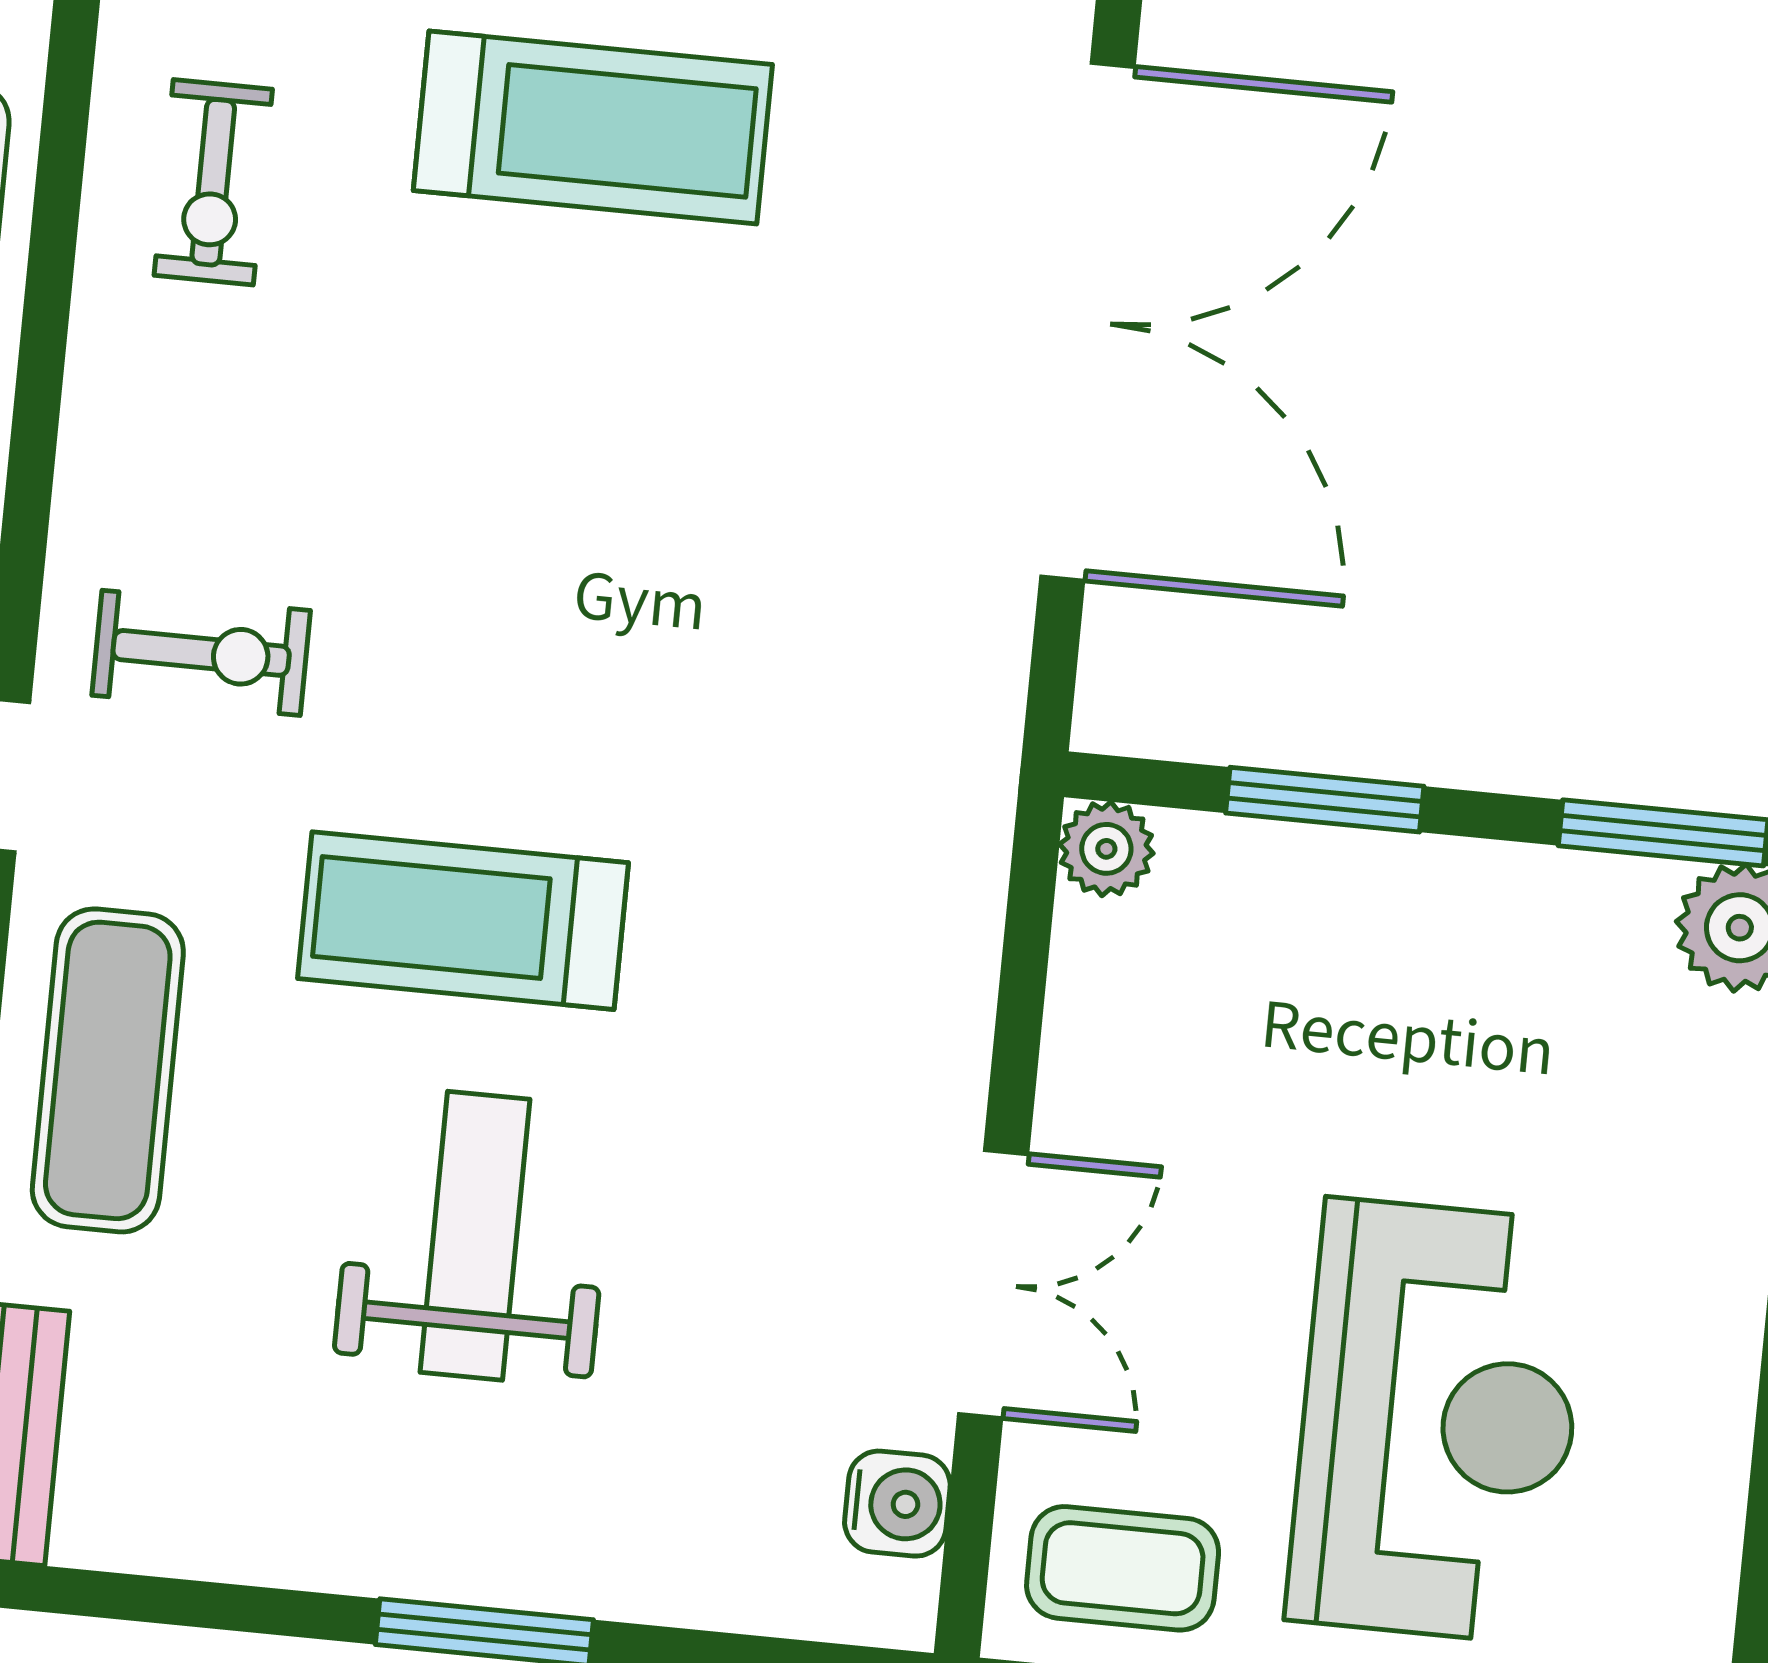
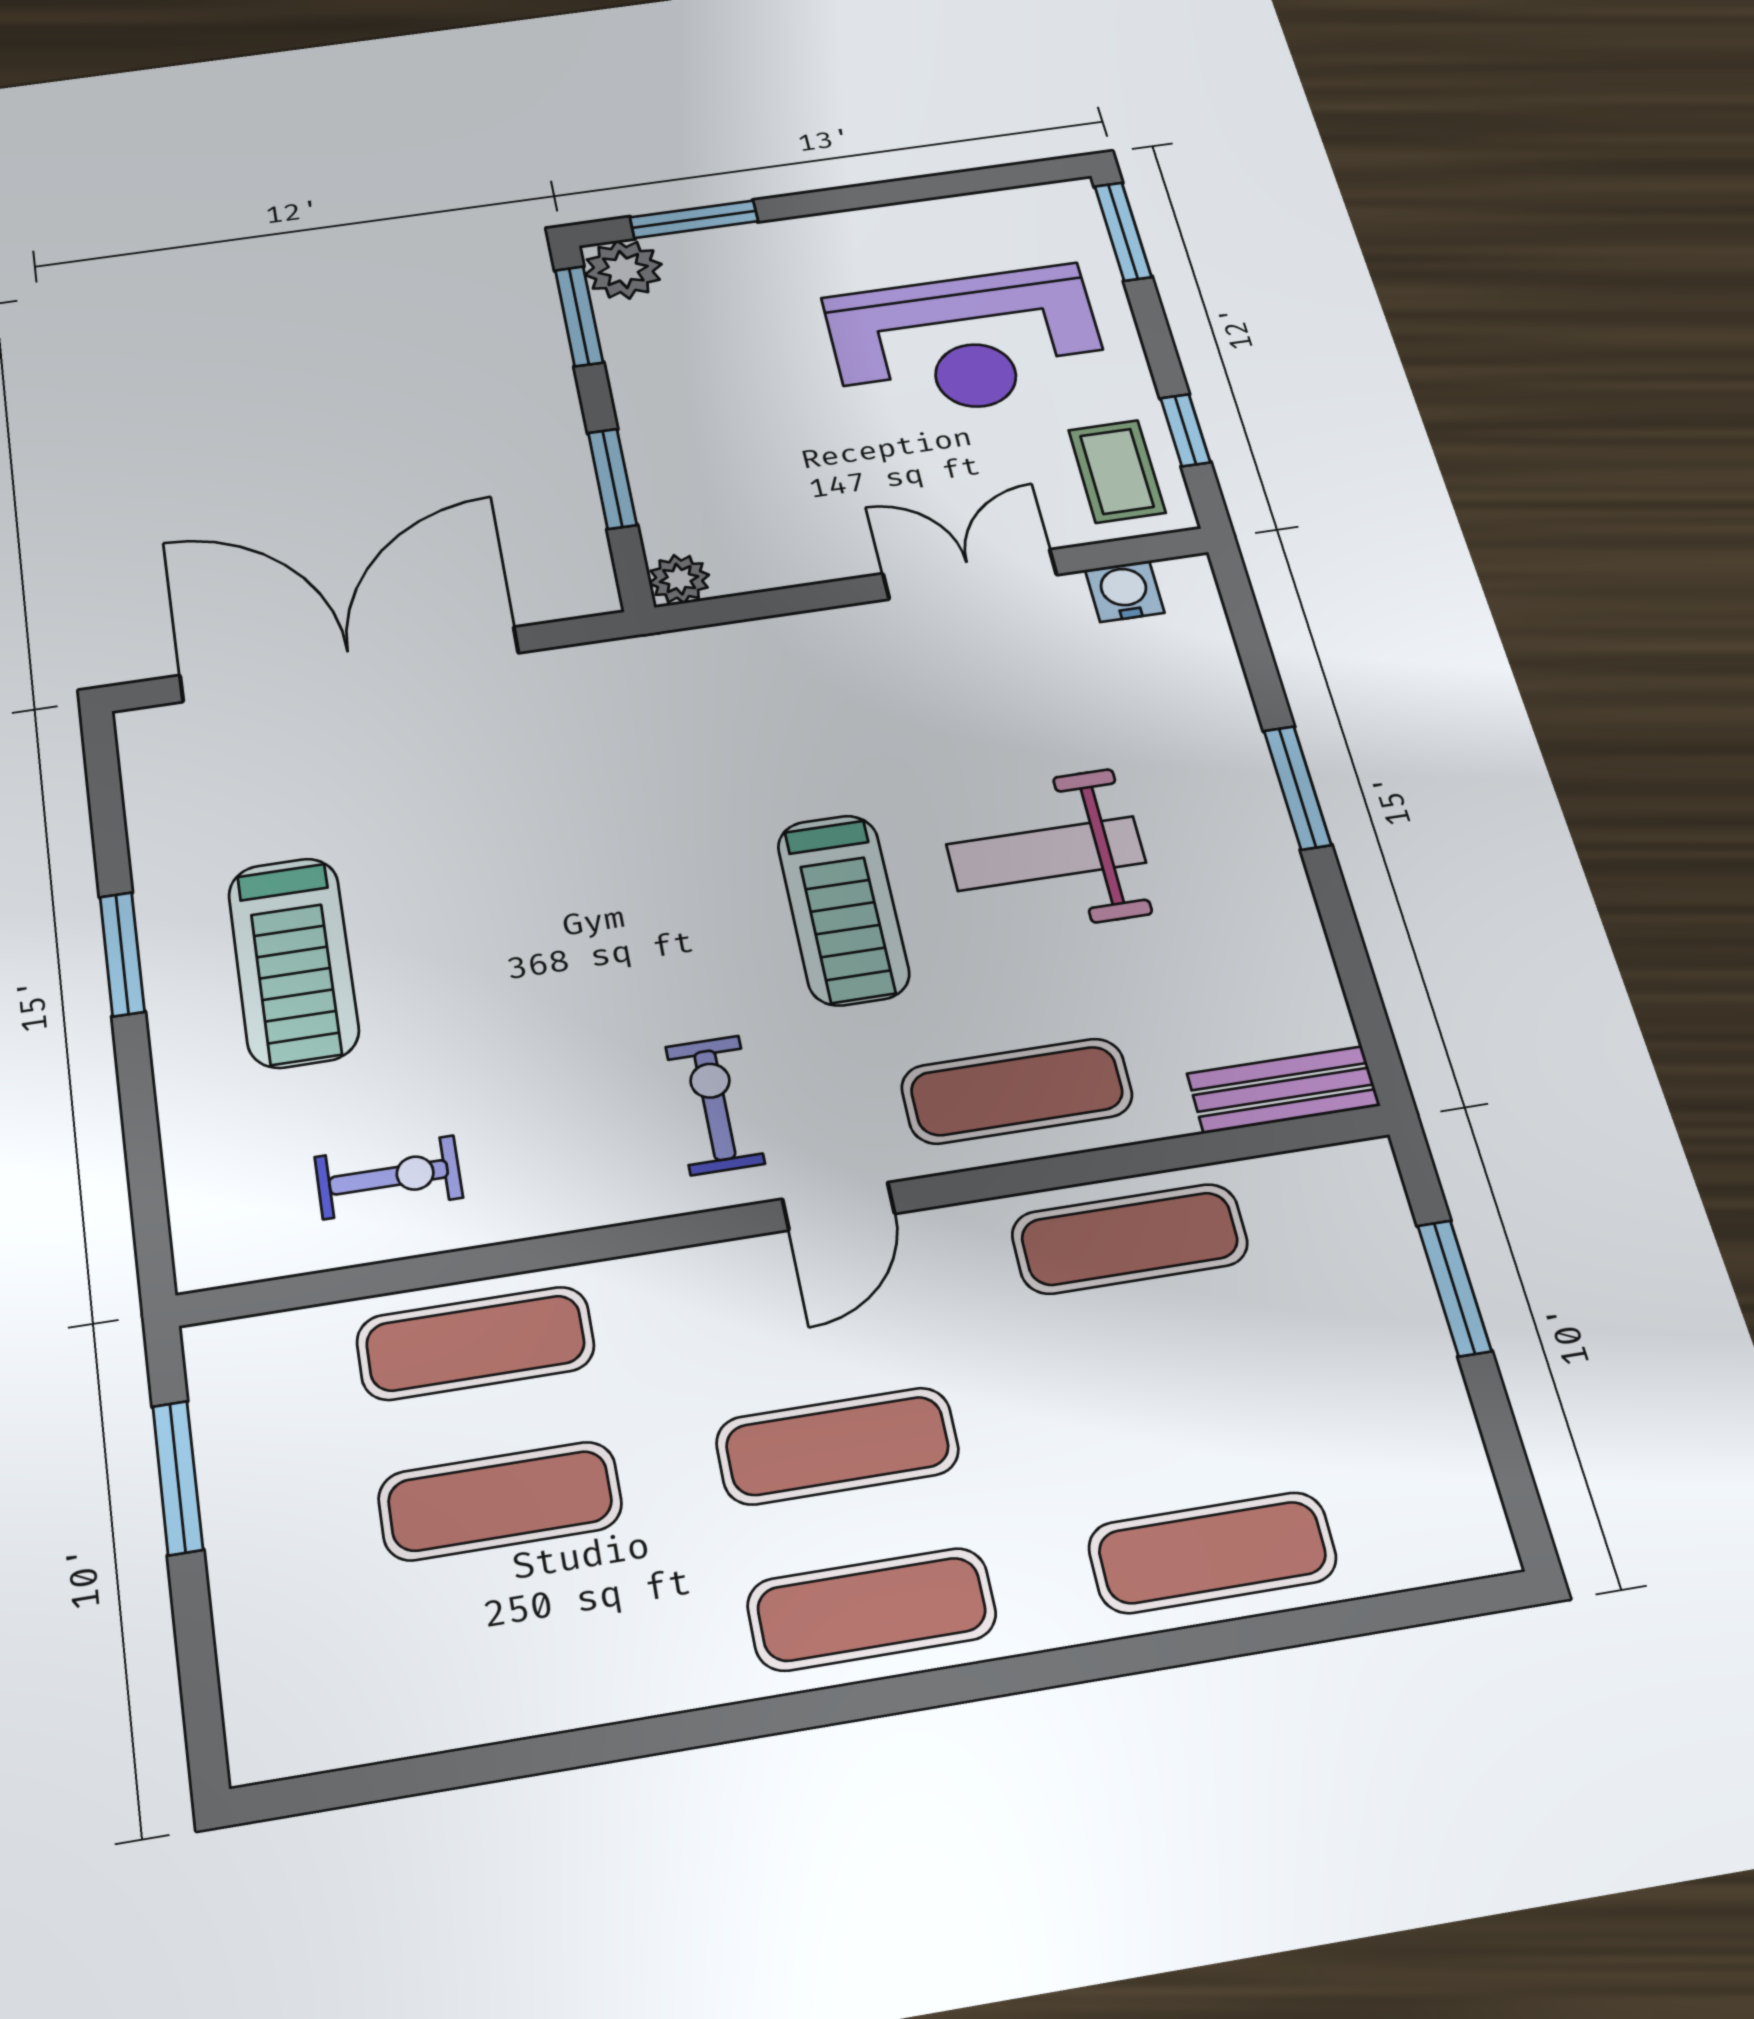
treadmill: (593, 128) -> (293, 962), turned 180
reception desk: (1438, 1421) -> (967, 343), turned 180

